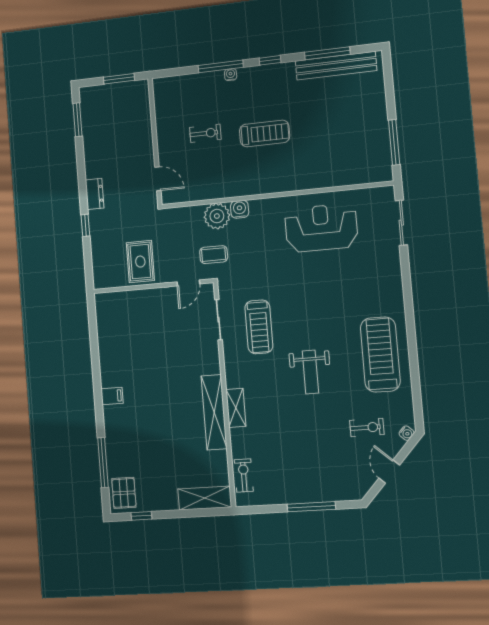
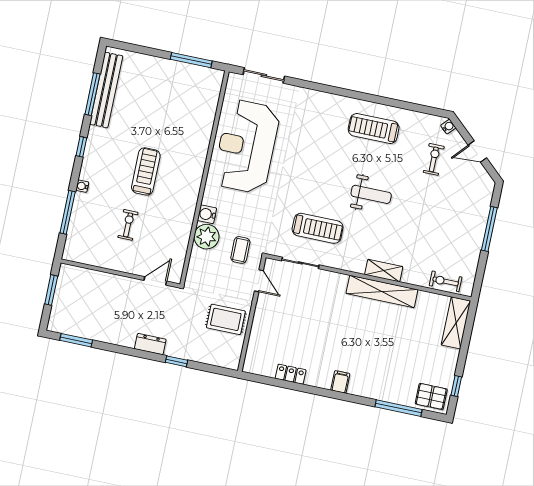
window: (221, 66) -> (68, 212), moved
reception desk: (321, 228) -> (246, 146), width x1.36, depth x1.30
locker: (105, 343) -> (291, 374), added
treadmill: (380, 354) -> (374, 129), width x0.73, depth x0.73

